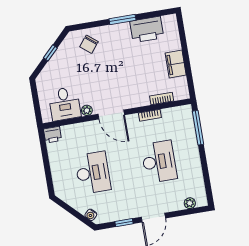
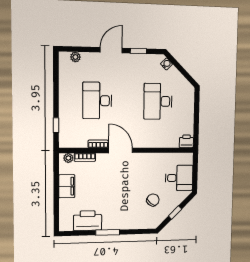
chair: (89, 44) -> (153, 200), moved
desk: (65, 104) -> (179, 178), moved, turned 90
plant: (87, 110) -> (68, 158), moved
door: (111, 115) -> (121, 150), moved
window: (198, 128) -> (56, 125), width x0.46

